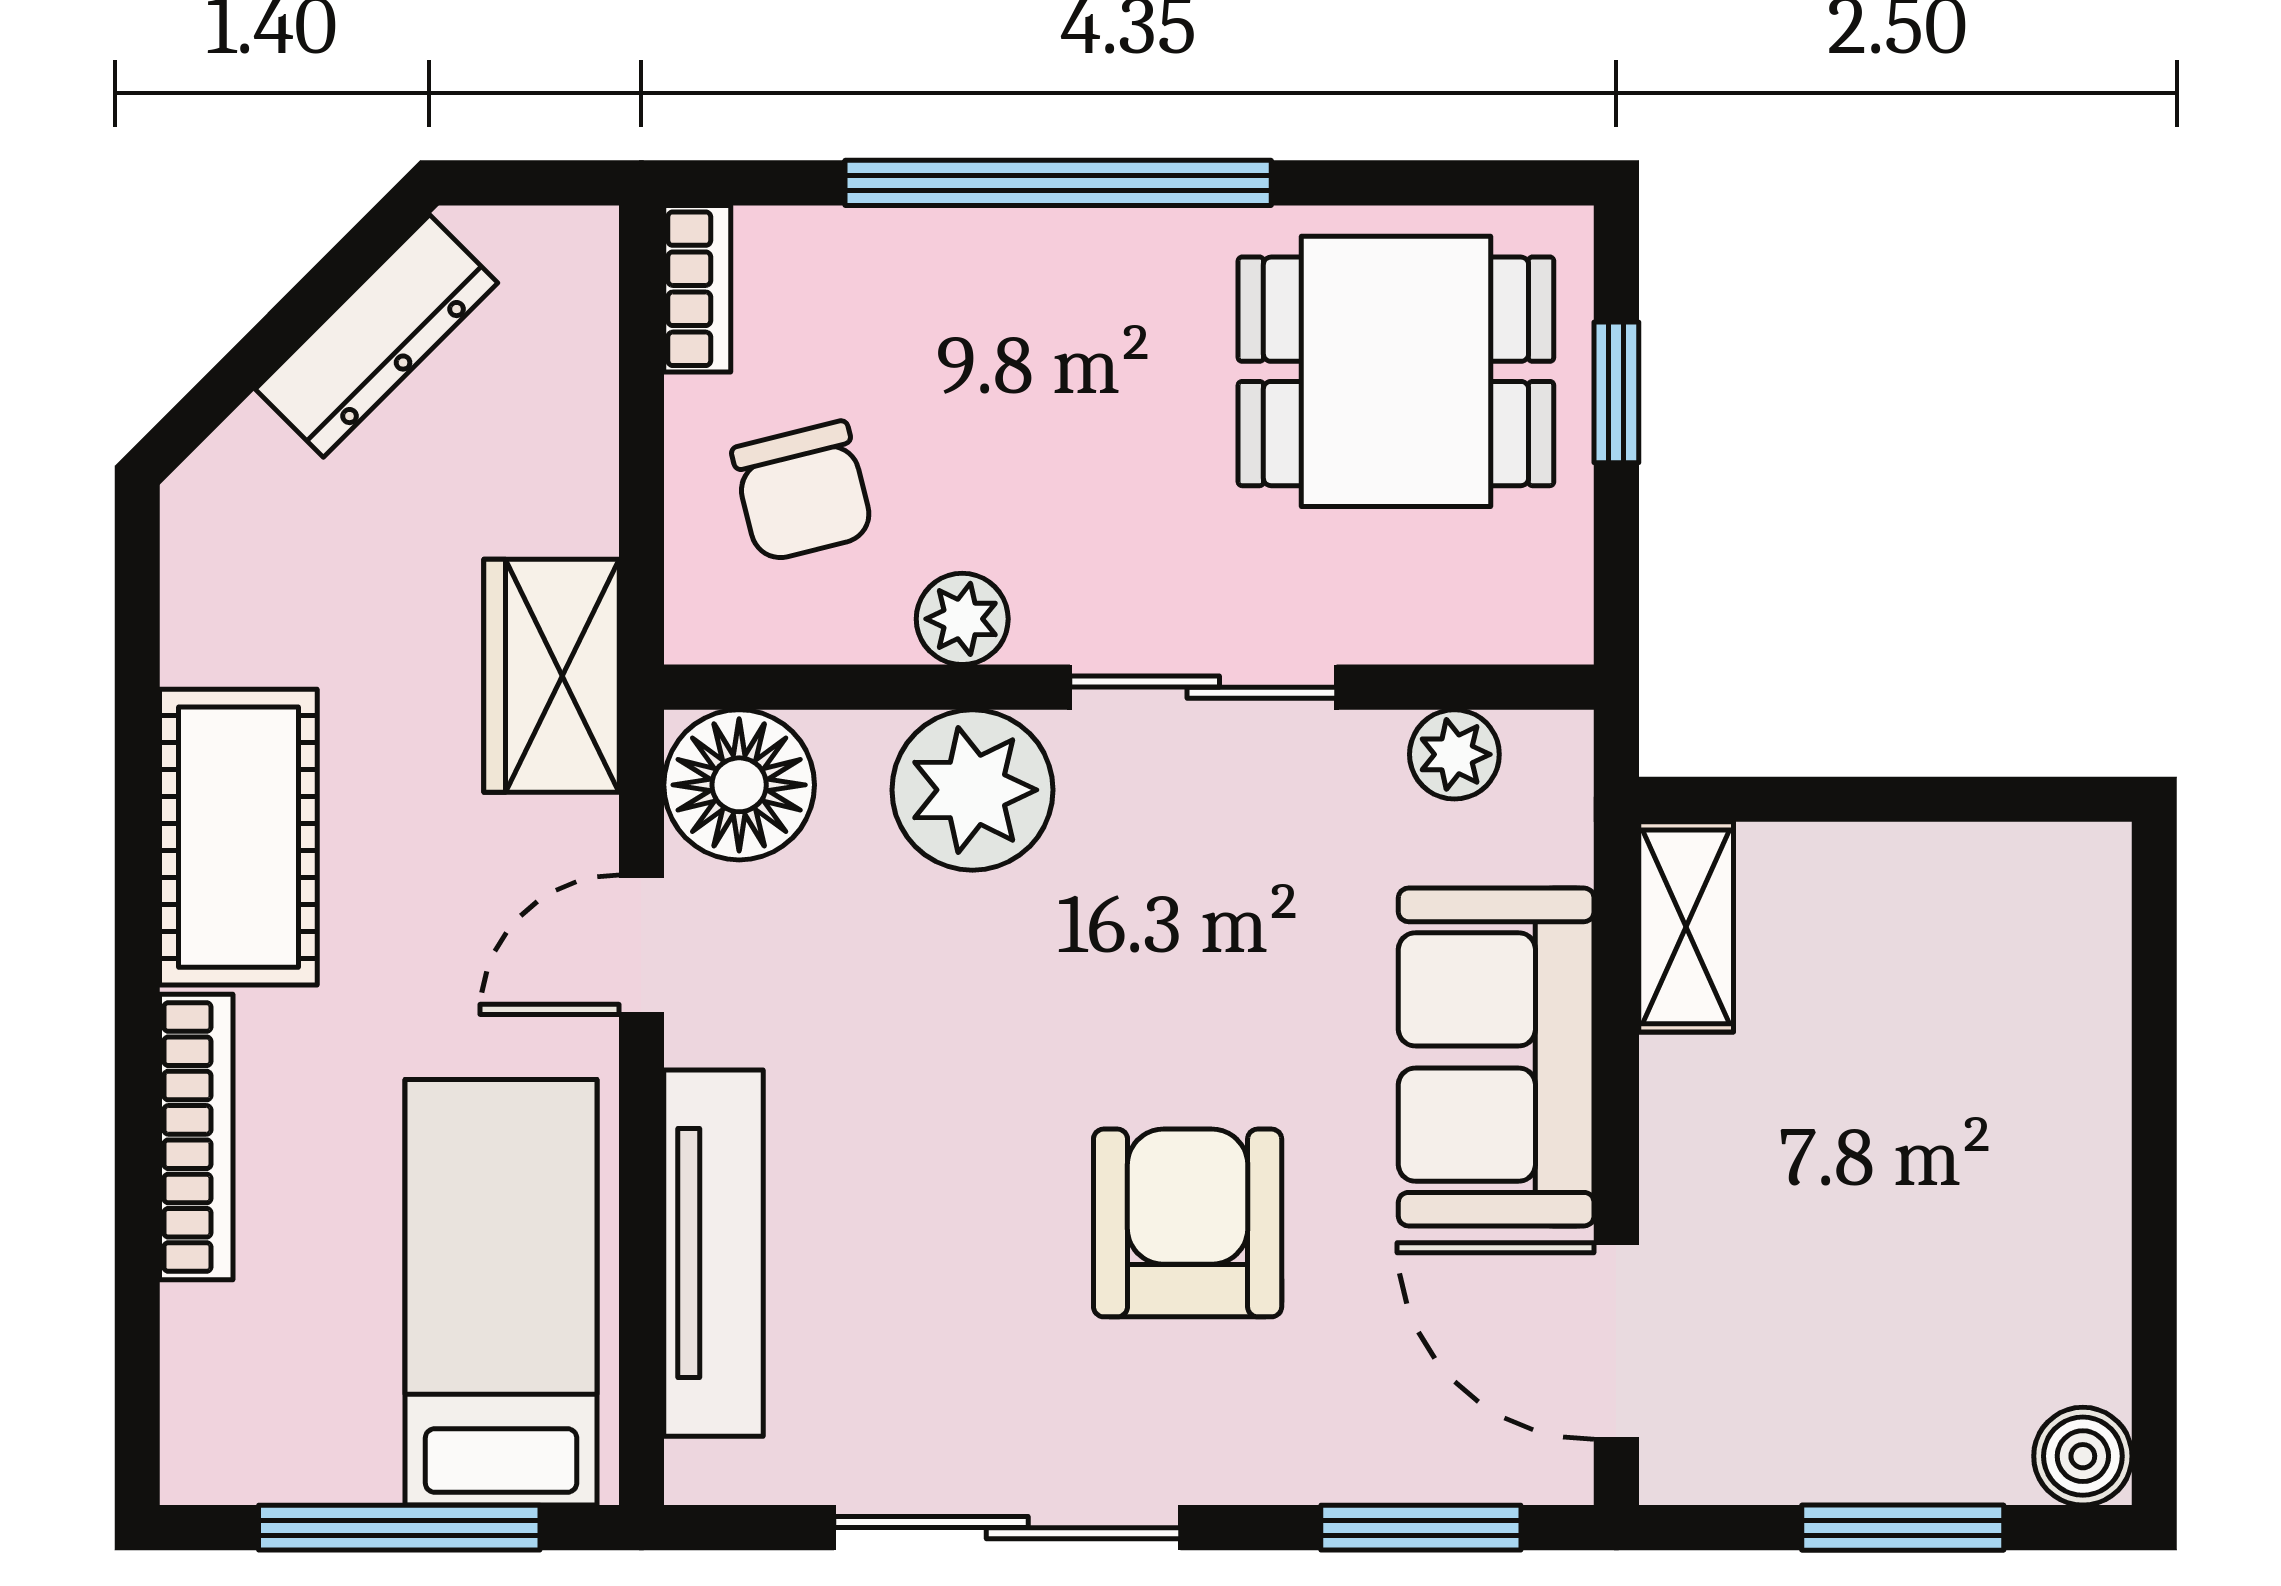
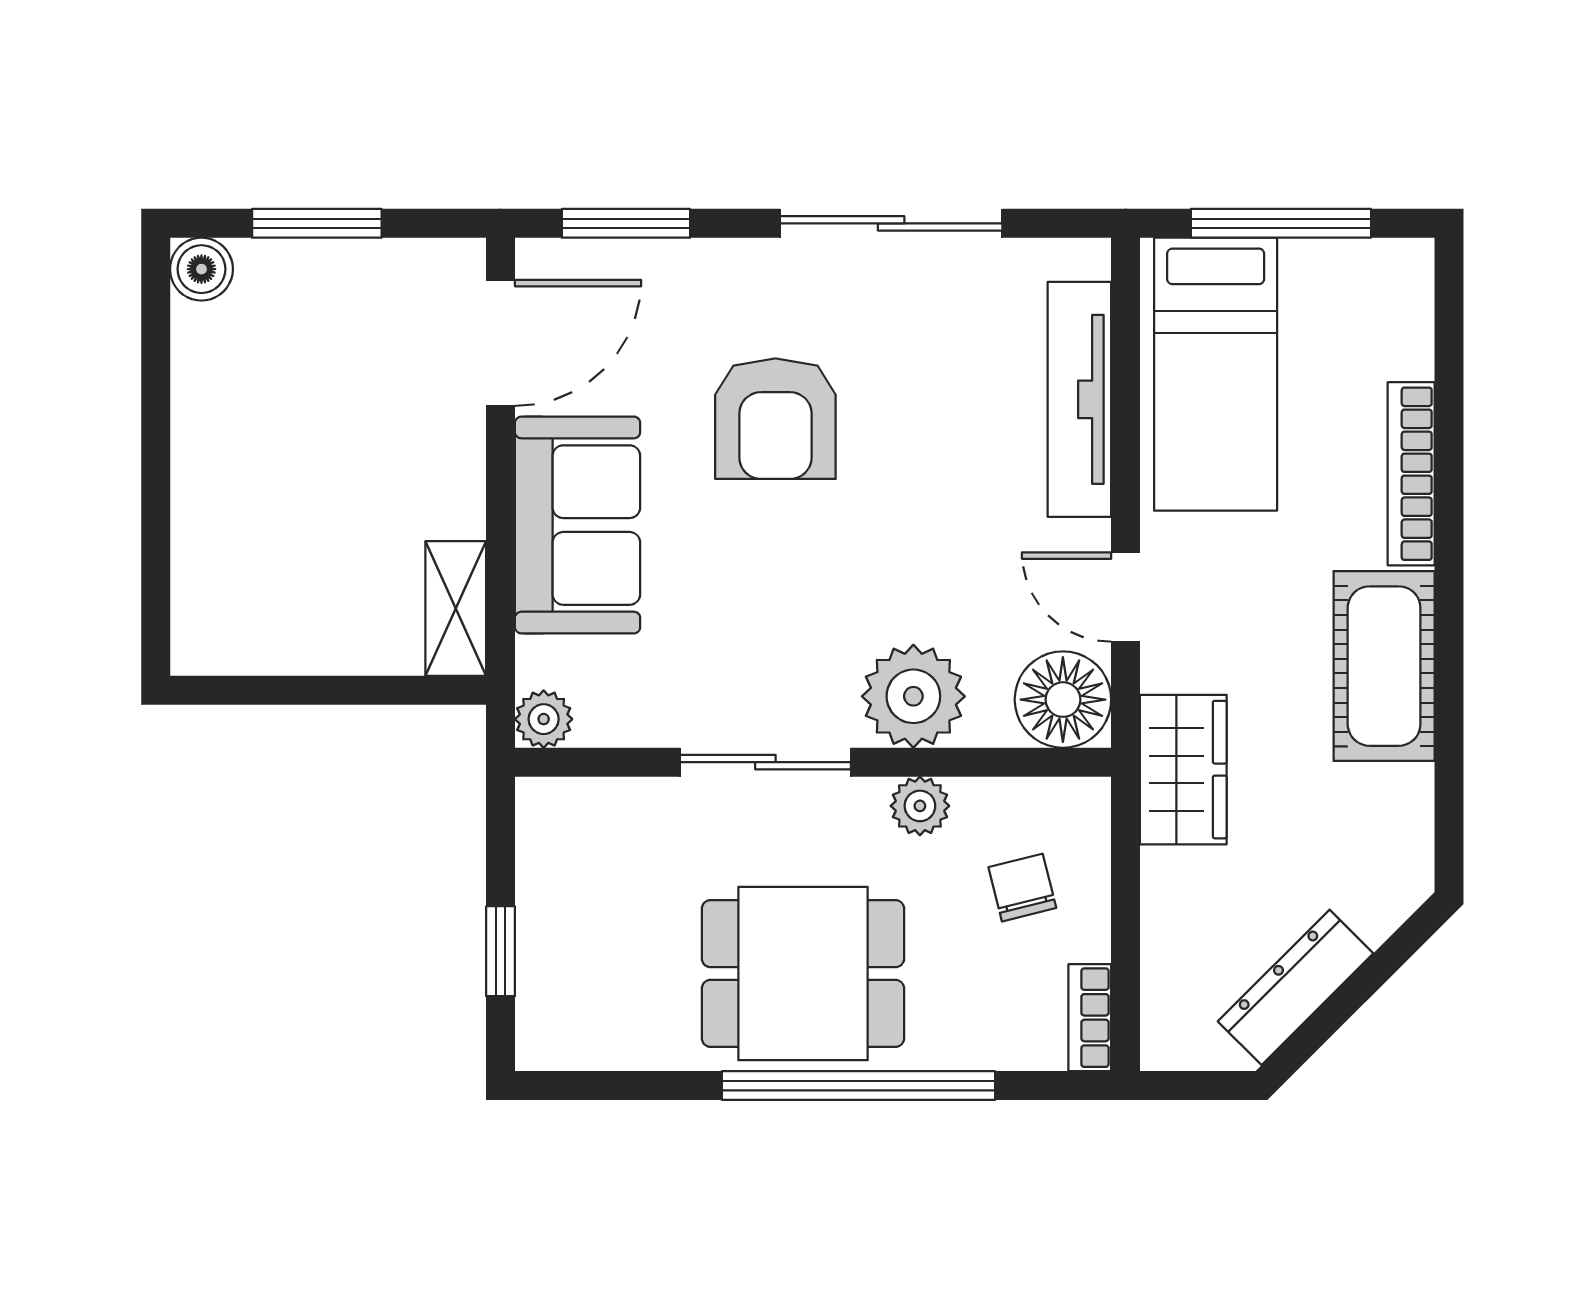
dining table: (1396, 371) -> (803, 974), moved
chair: (803, 492) -> (1022, 888), width x0.73, depth x0.73
plant: (1454, 754) -> (544, 719), moved
door: (641, 945) -> (1126, 597), swing flipped
door: (1616, 1341) -> (501, 343), hinge flipped

